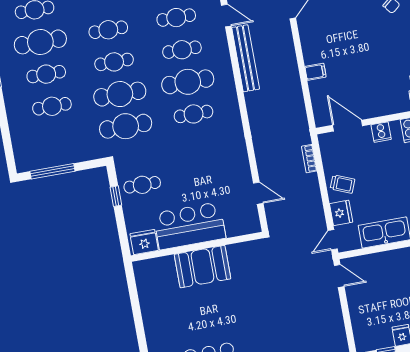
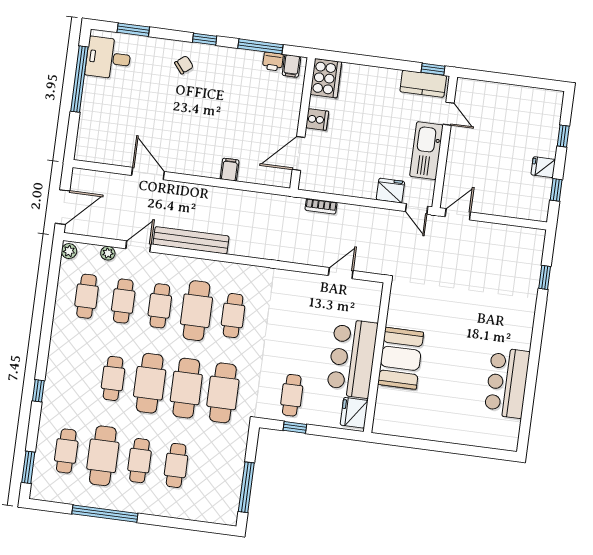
cafe table: (114, 62) -> (150, 383), width x1.37, depth x1.35
trolley: (342, 184) -> (360, 179), removed

